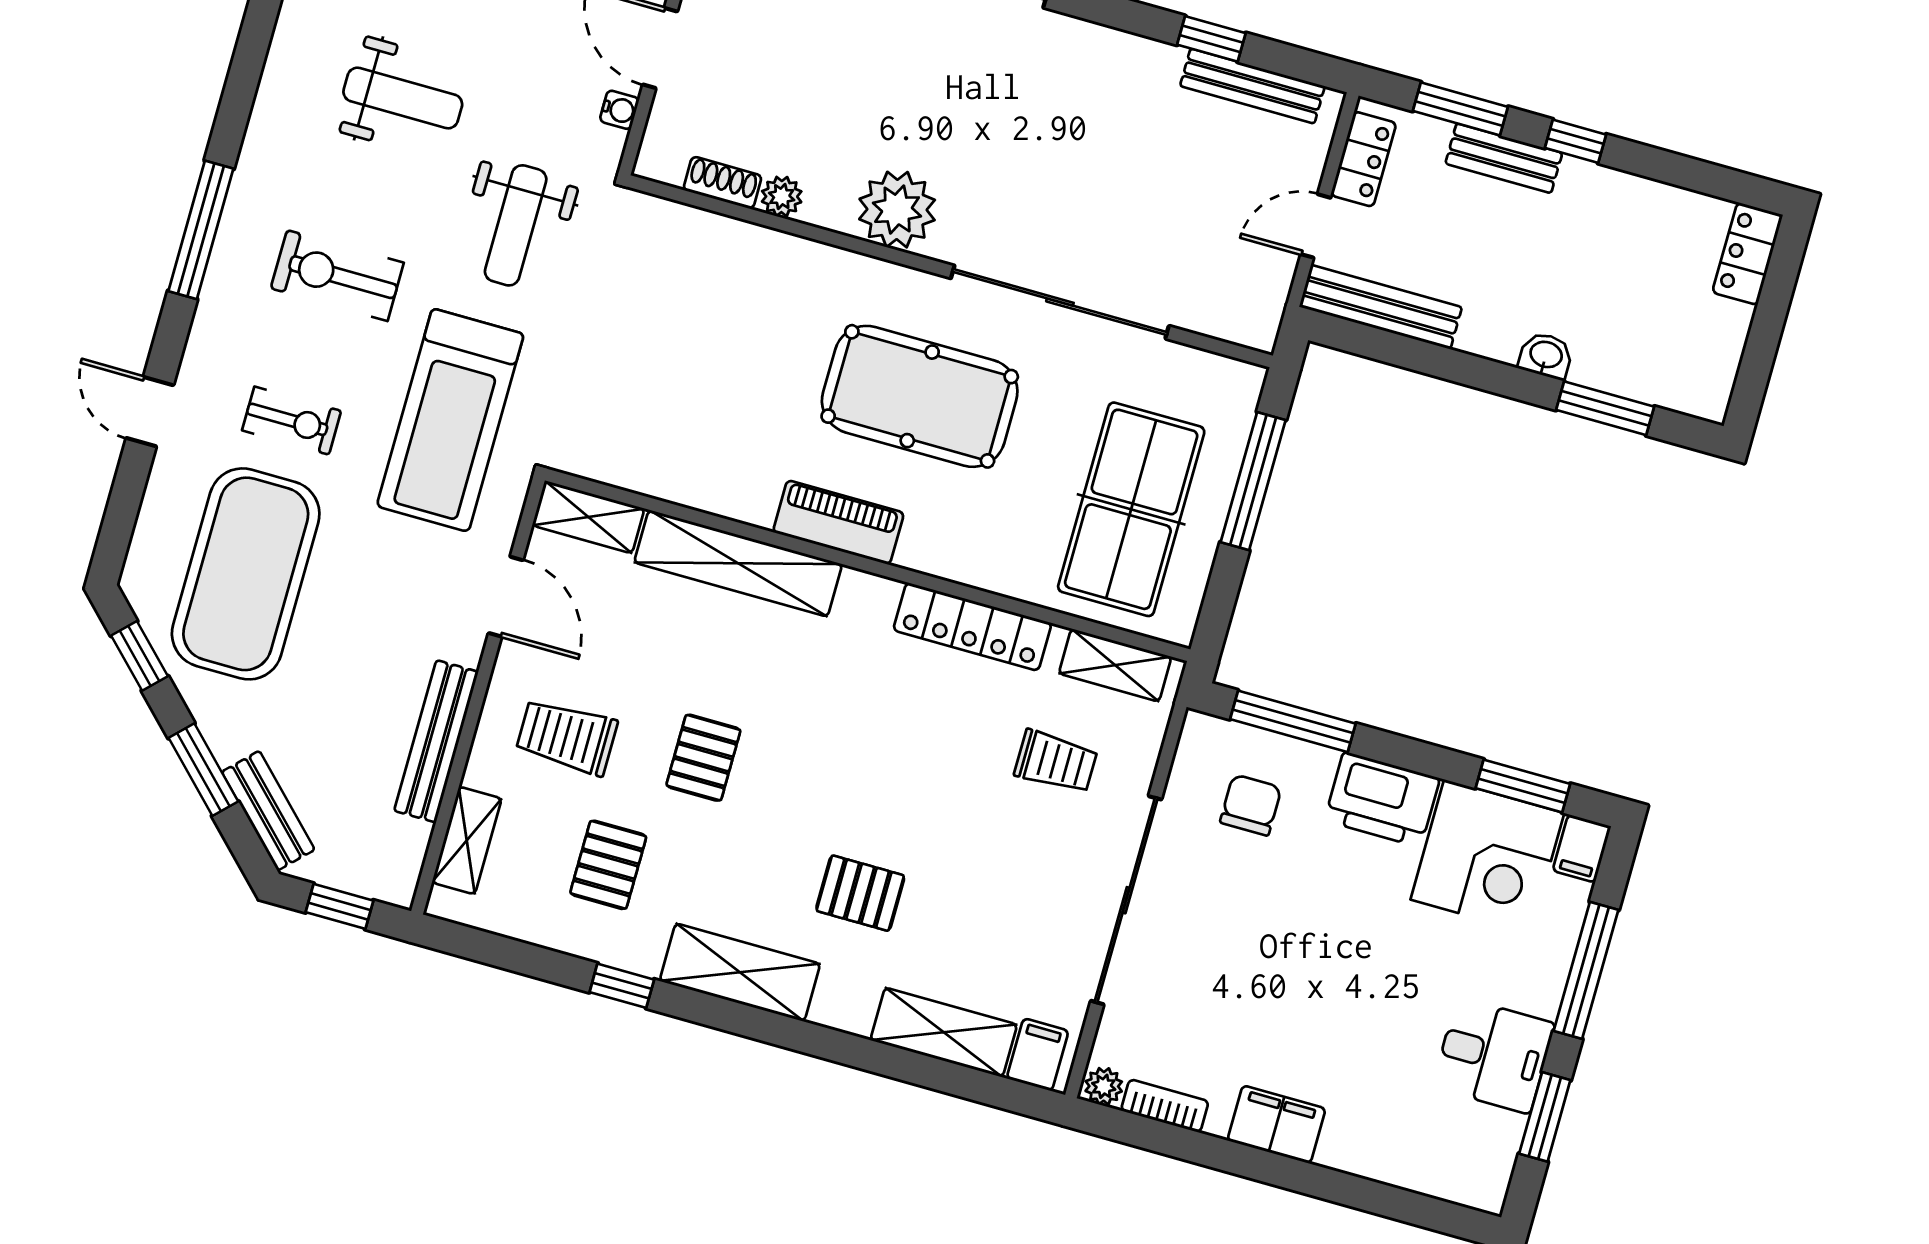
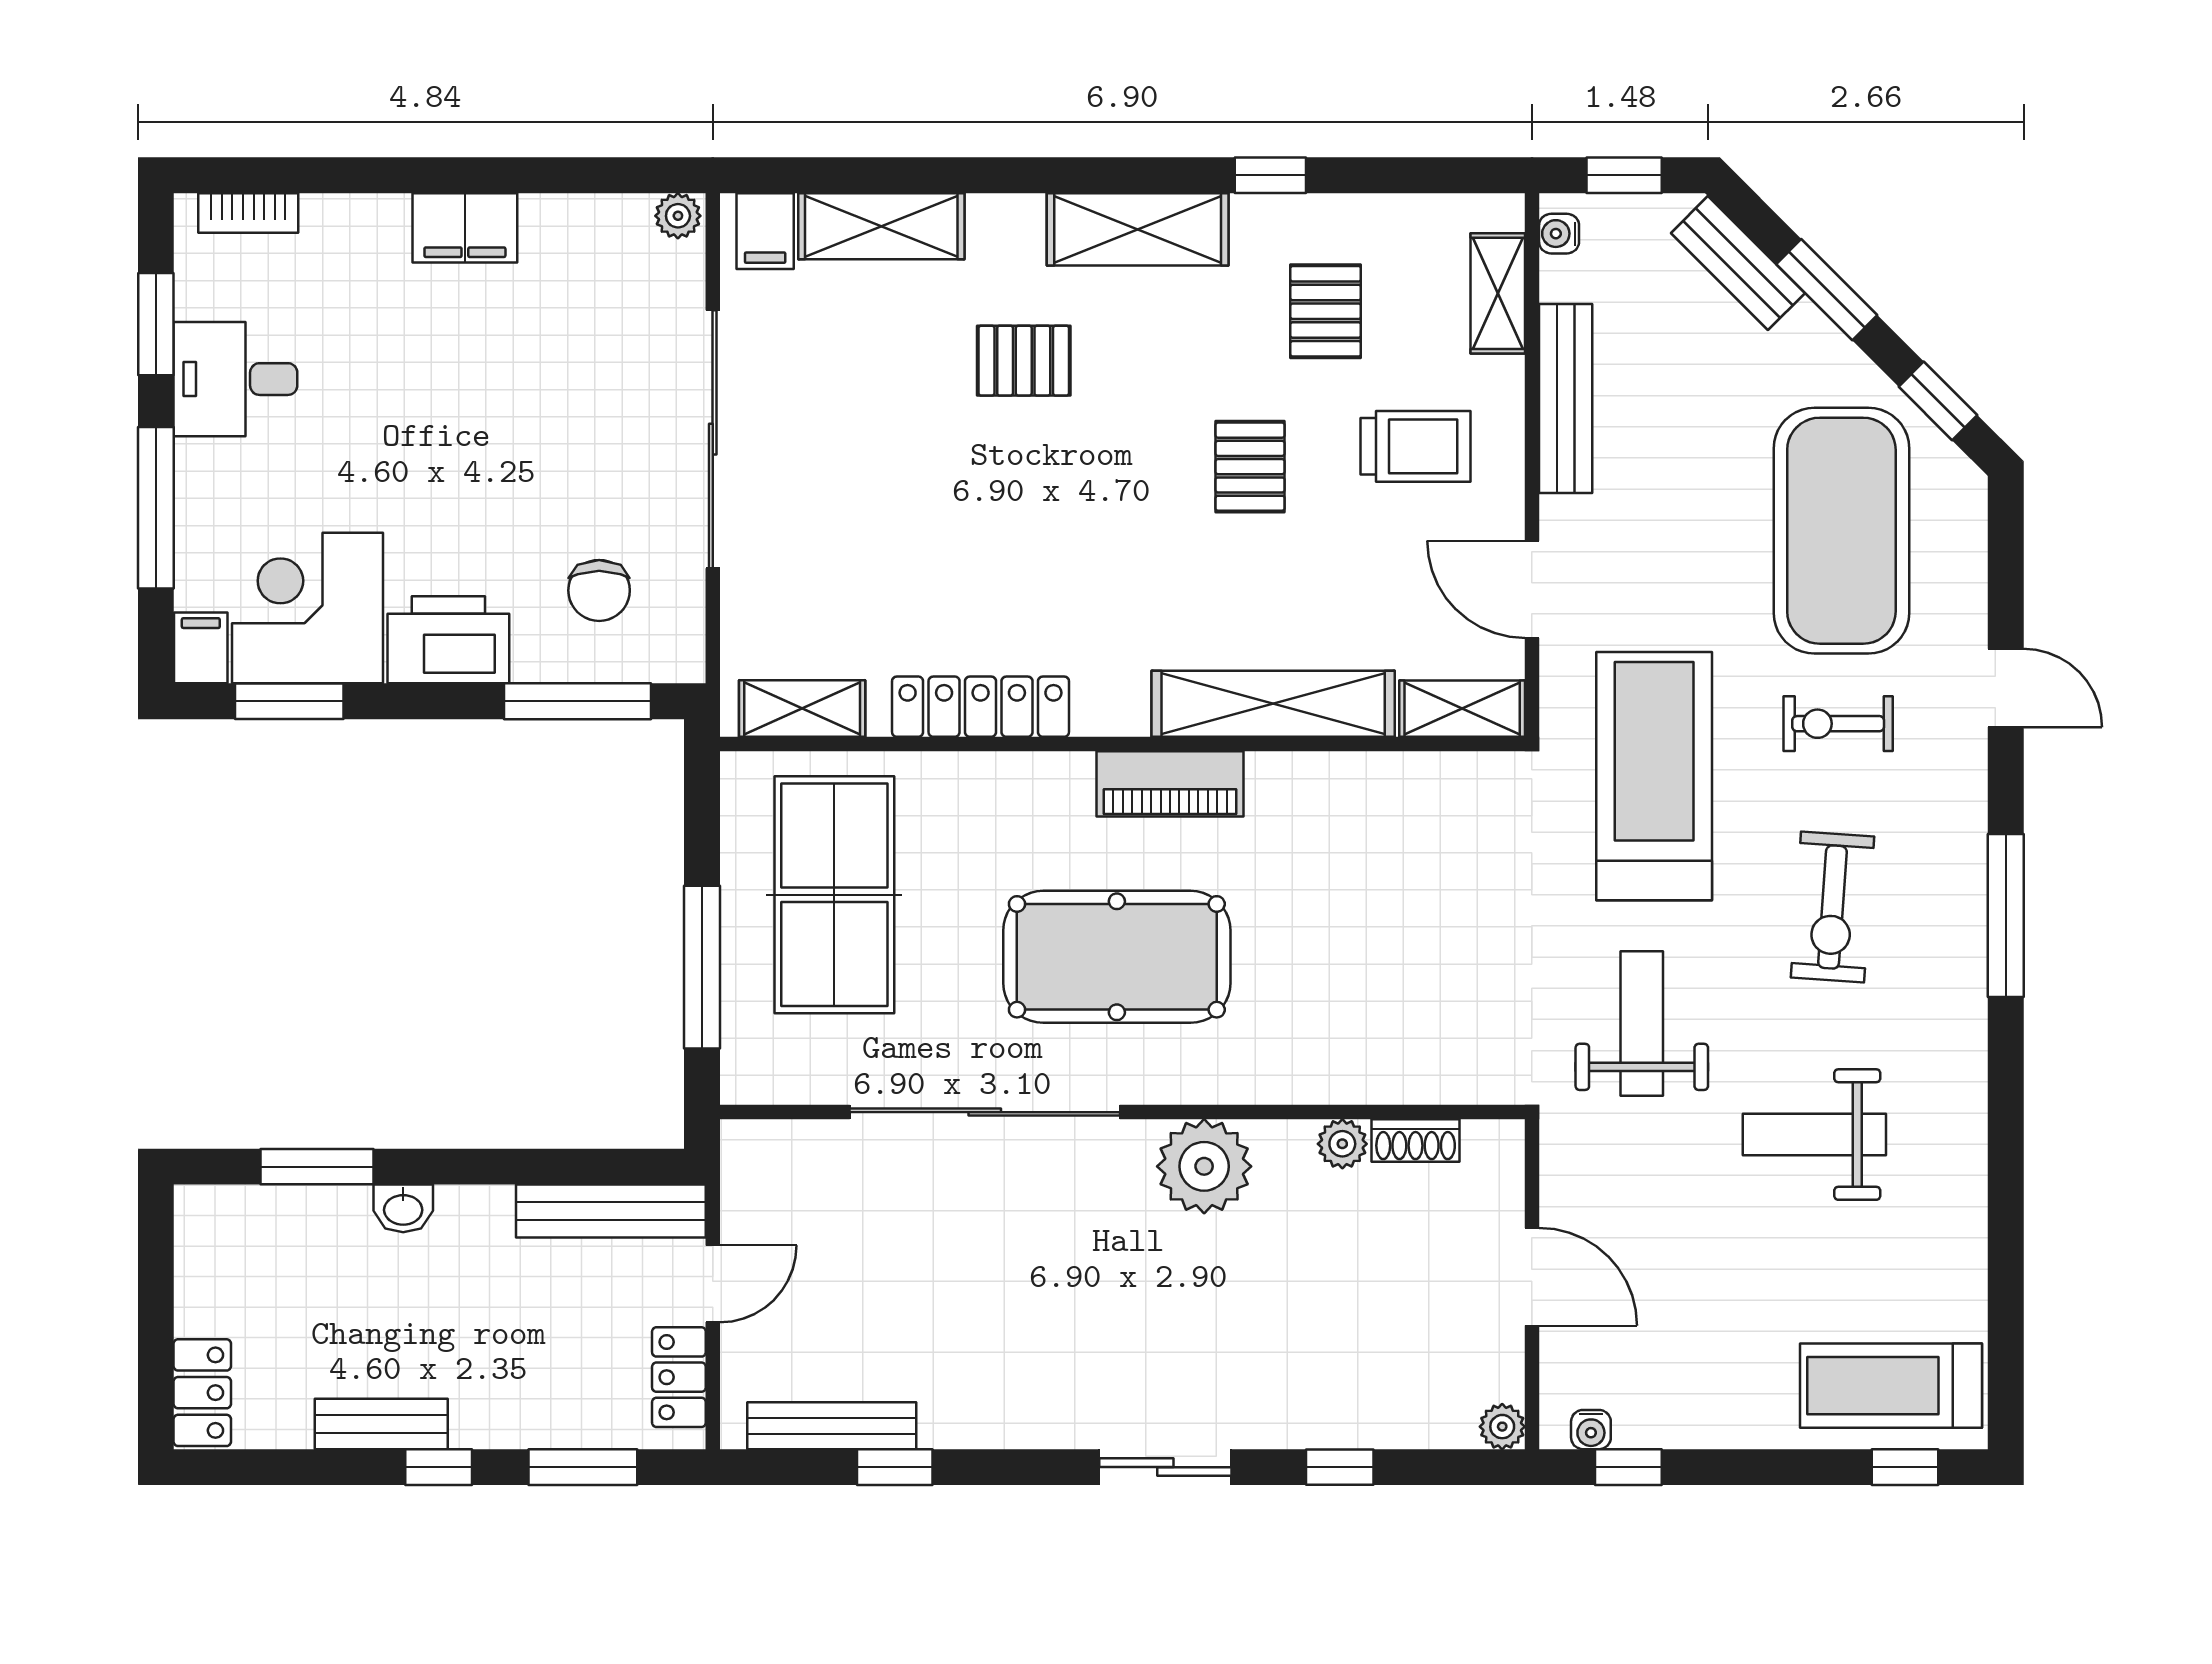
water cooler: (619, 110) -> (1559, 234), moved
bench: (1504, 158) -> (381, 1424), moved
exercise bike: (337, 276) -> (1833, 907), turned 94
trolley: (1056, 762) -> (840, 577), removed
bookcase: (1165, 1106) -> (248, 213), moved

